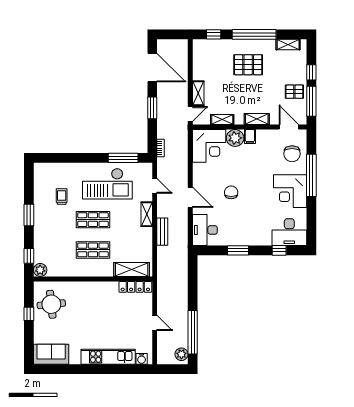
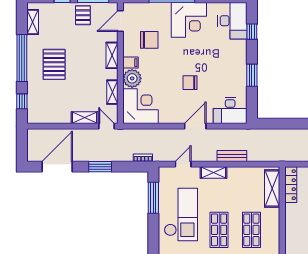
chair: (292, 154) -> (149, 40), moved

